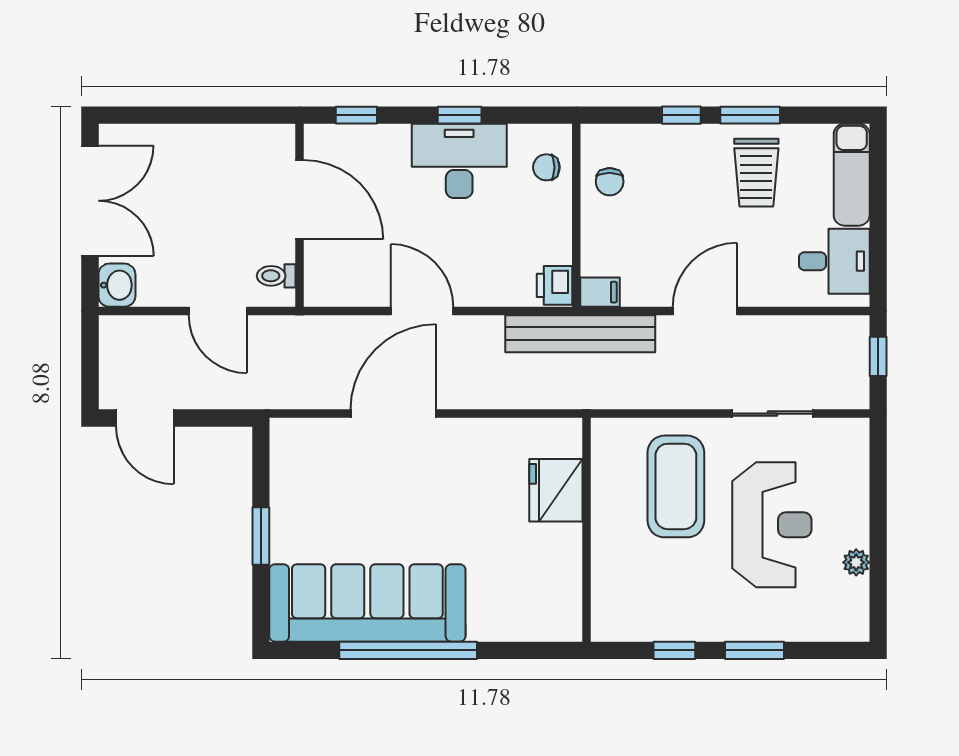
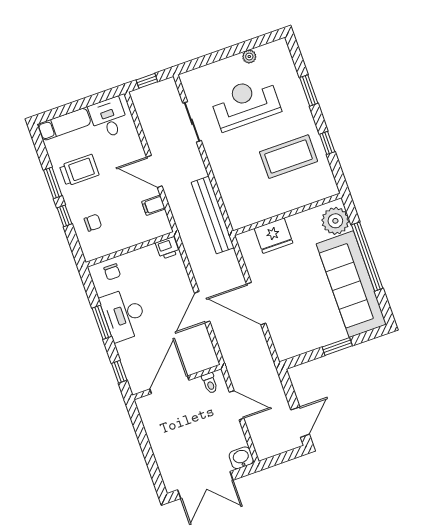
window: (460, 115) -> (102, 322), width x1.50
chair: (610, 182) -> (93, 223), moved
double door: (90, 201) -> (205, 485), swing flipped
filing cabinet: (600, 292) -> (153, 205), moved, turned -90
door: (218, 311) -> (237, 405), hinge flipped
bench: (580, 334) -> (213, 215), moved
coffee table: (676, 486) -> (289, 157), moved
fridge: (556, 490) -> (274, 236), moved
wall: (587, 530) -> (287, 214), moved
plant: (495, 615) -> (335, 221), added
window: (674, 650) -> (327, 143), moved

